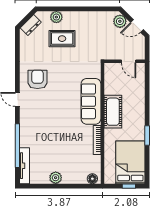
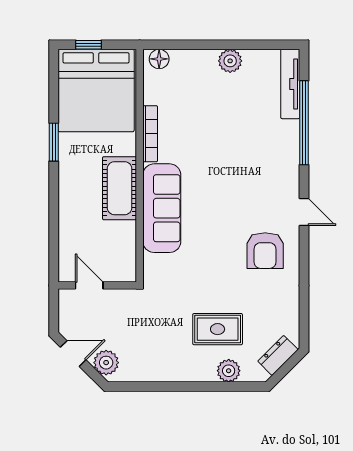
bed: (130, 162) -> (96, 90), width x1.36

